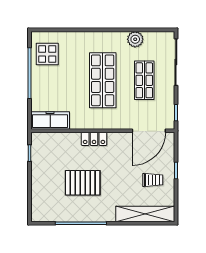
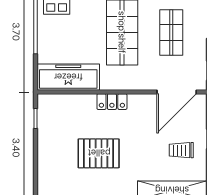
freezer: (50, 120) -> (68, 77), width x1.36, depth x1.26
trolley: (153, 180) -> (181, 150), turned 180

